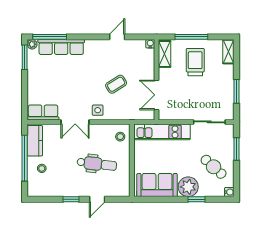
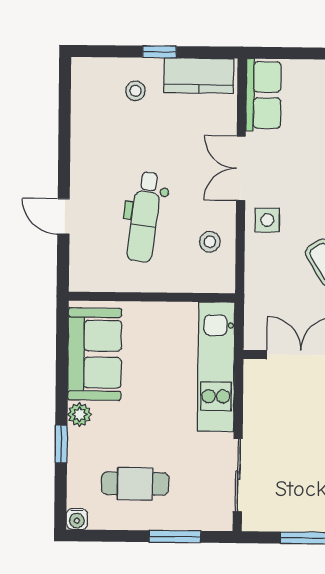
stool: (120, 137) -> (210, 242), moved
window: (25, 158) -> (159, 52), width x0.32
cafe table: (214, 167) -> (135, 484), turned 48
plant: (188, 187) -> (80, 415), width x0.53, depth x0.53
window: (71, 199) -> (64, 157), removed

